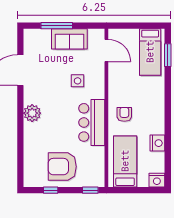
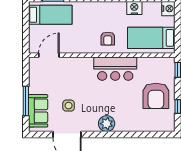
sofa: (69, 39) -> (38, 111), moved
side table: (78, 81) -> (69, 106), moved
armchair: (124, 114) -> (108, 39), turned -90

